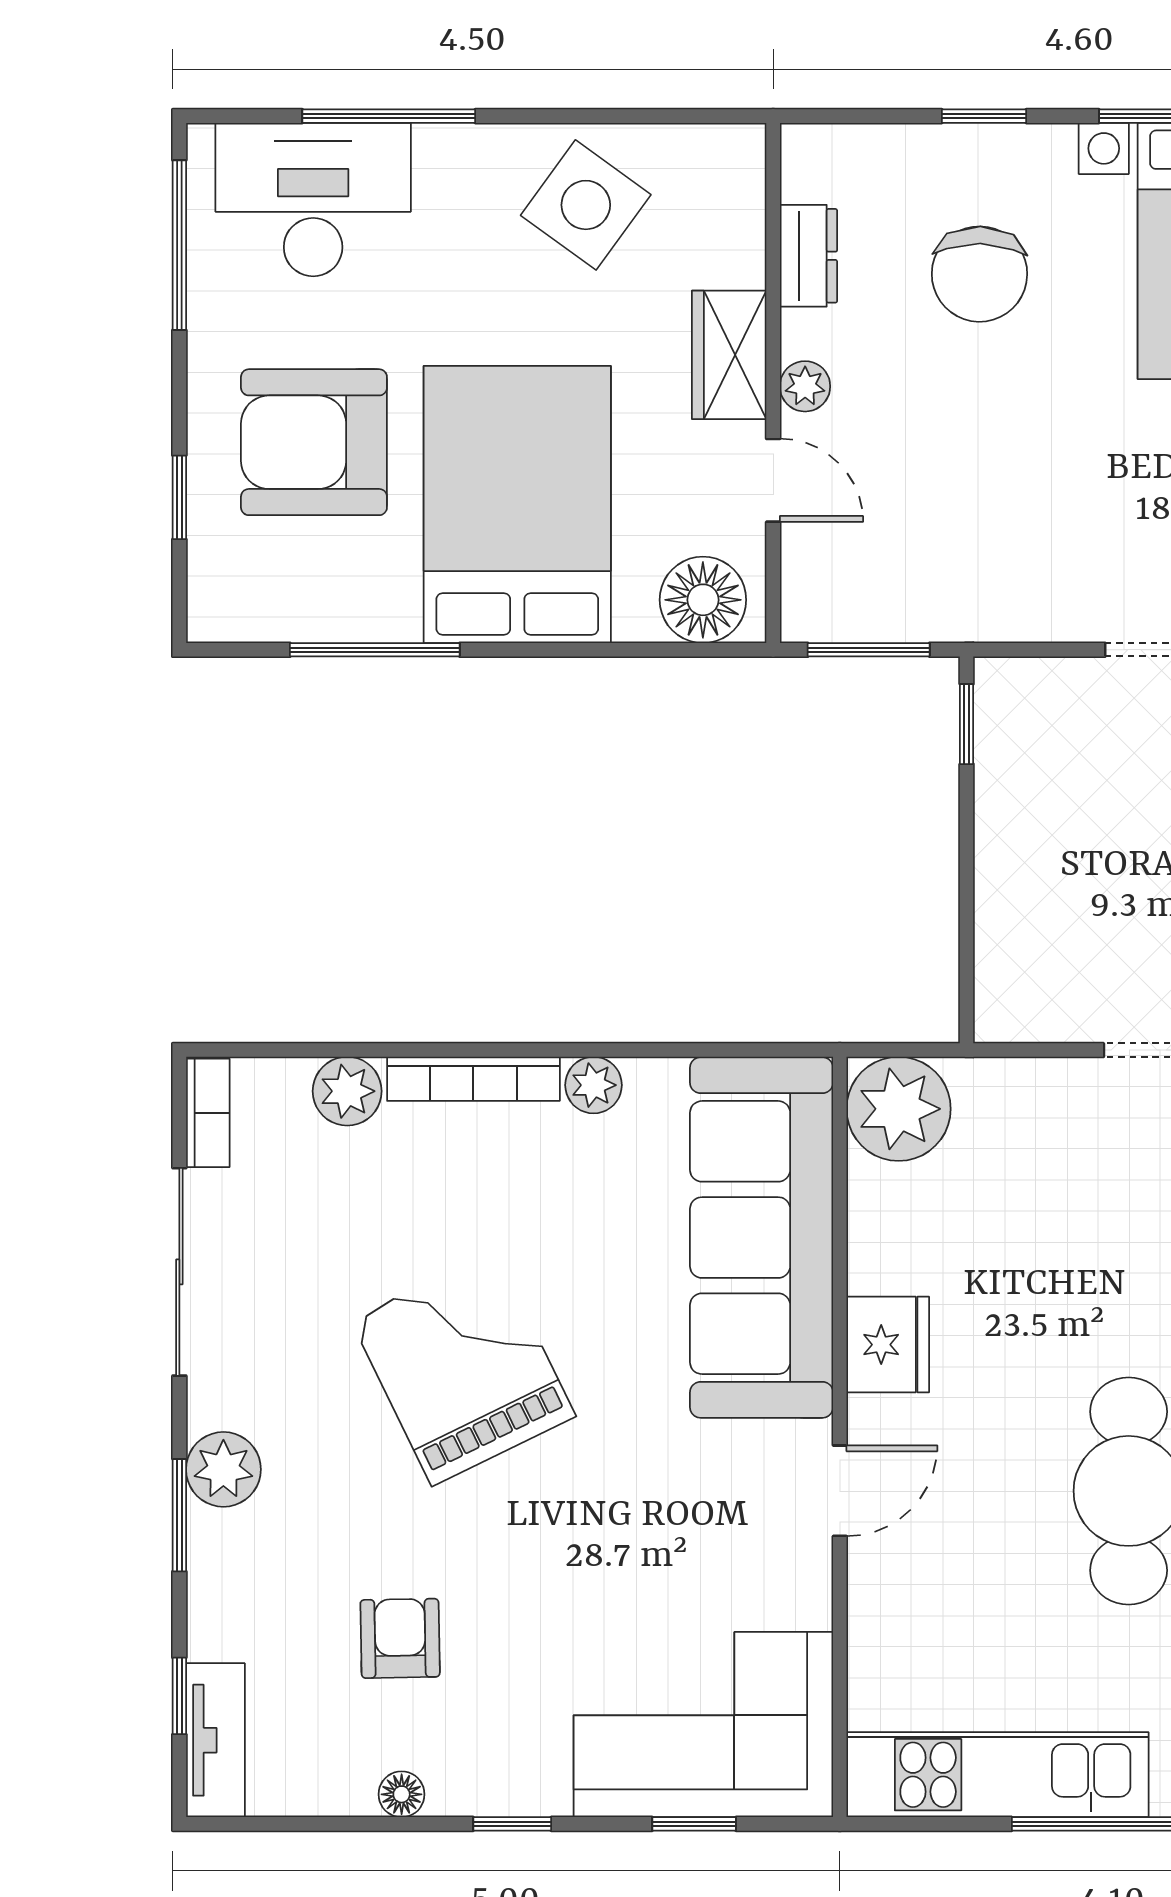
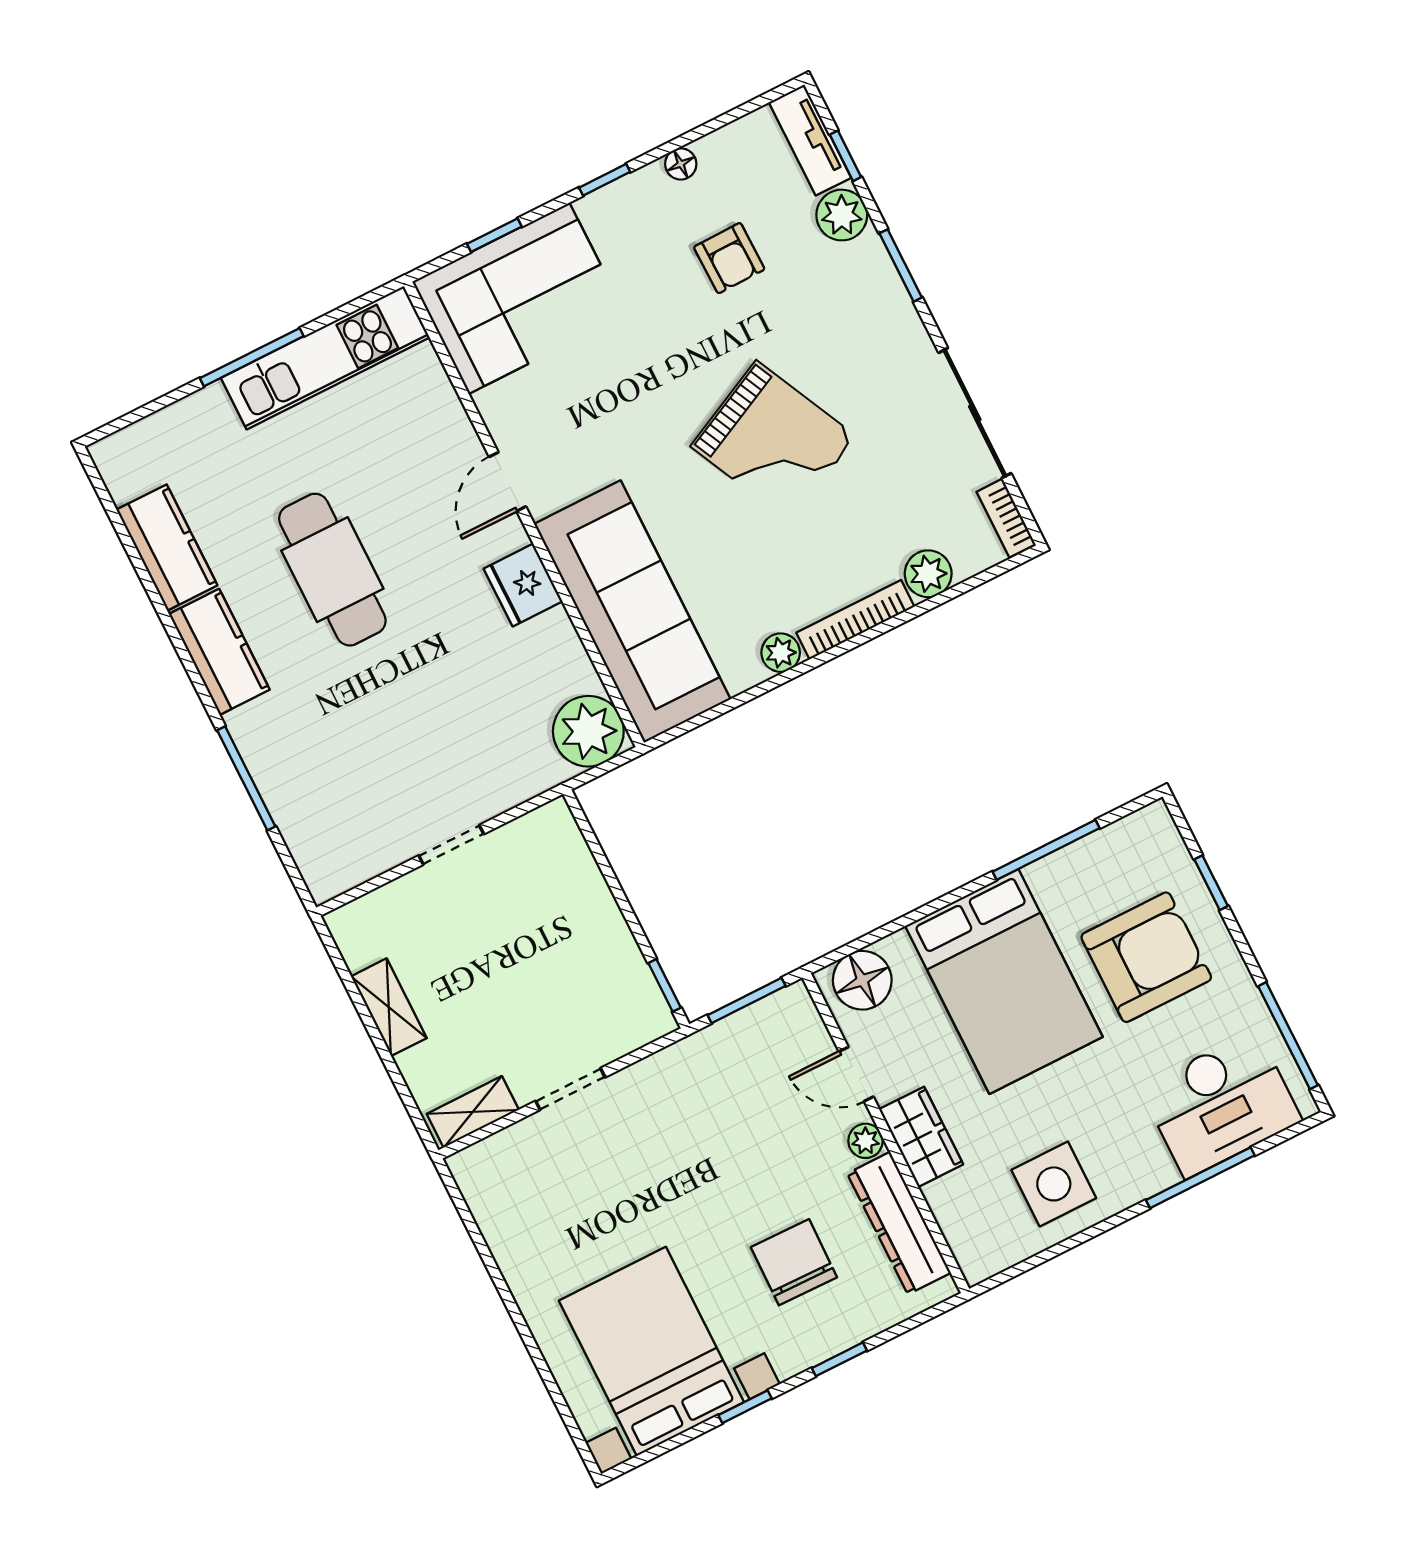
side table: (586, 205) -> (1054, 1184), turned -36
dresser: (808, 256) -> (899, 1223), width x1.96, depth x1.24
plant: (223, 1469) -> (842, 215), moved

